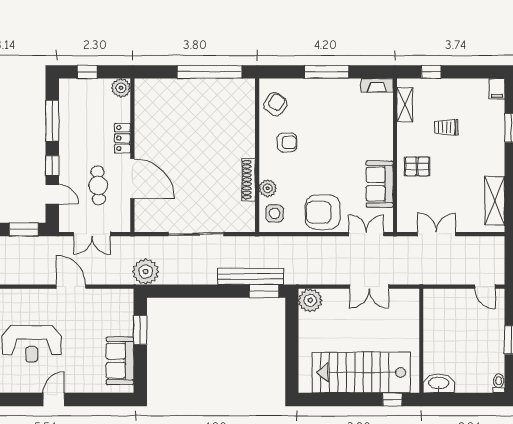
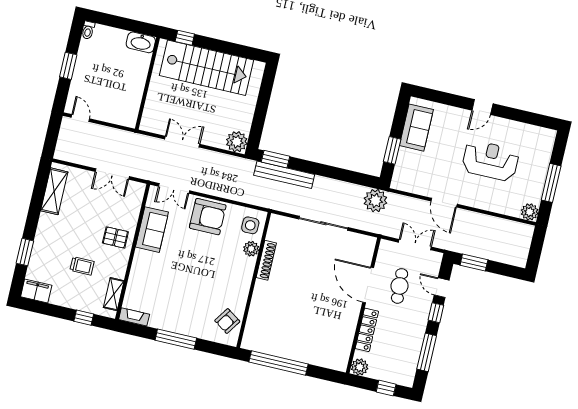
filing cabinet: (497, 89) -> (36, 291), width x2.00
locker: (122, 138) -> (367, 330), width x1.53
armchair: (287, 143) -> (225, 285), removed

